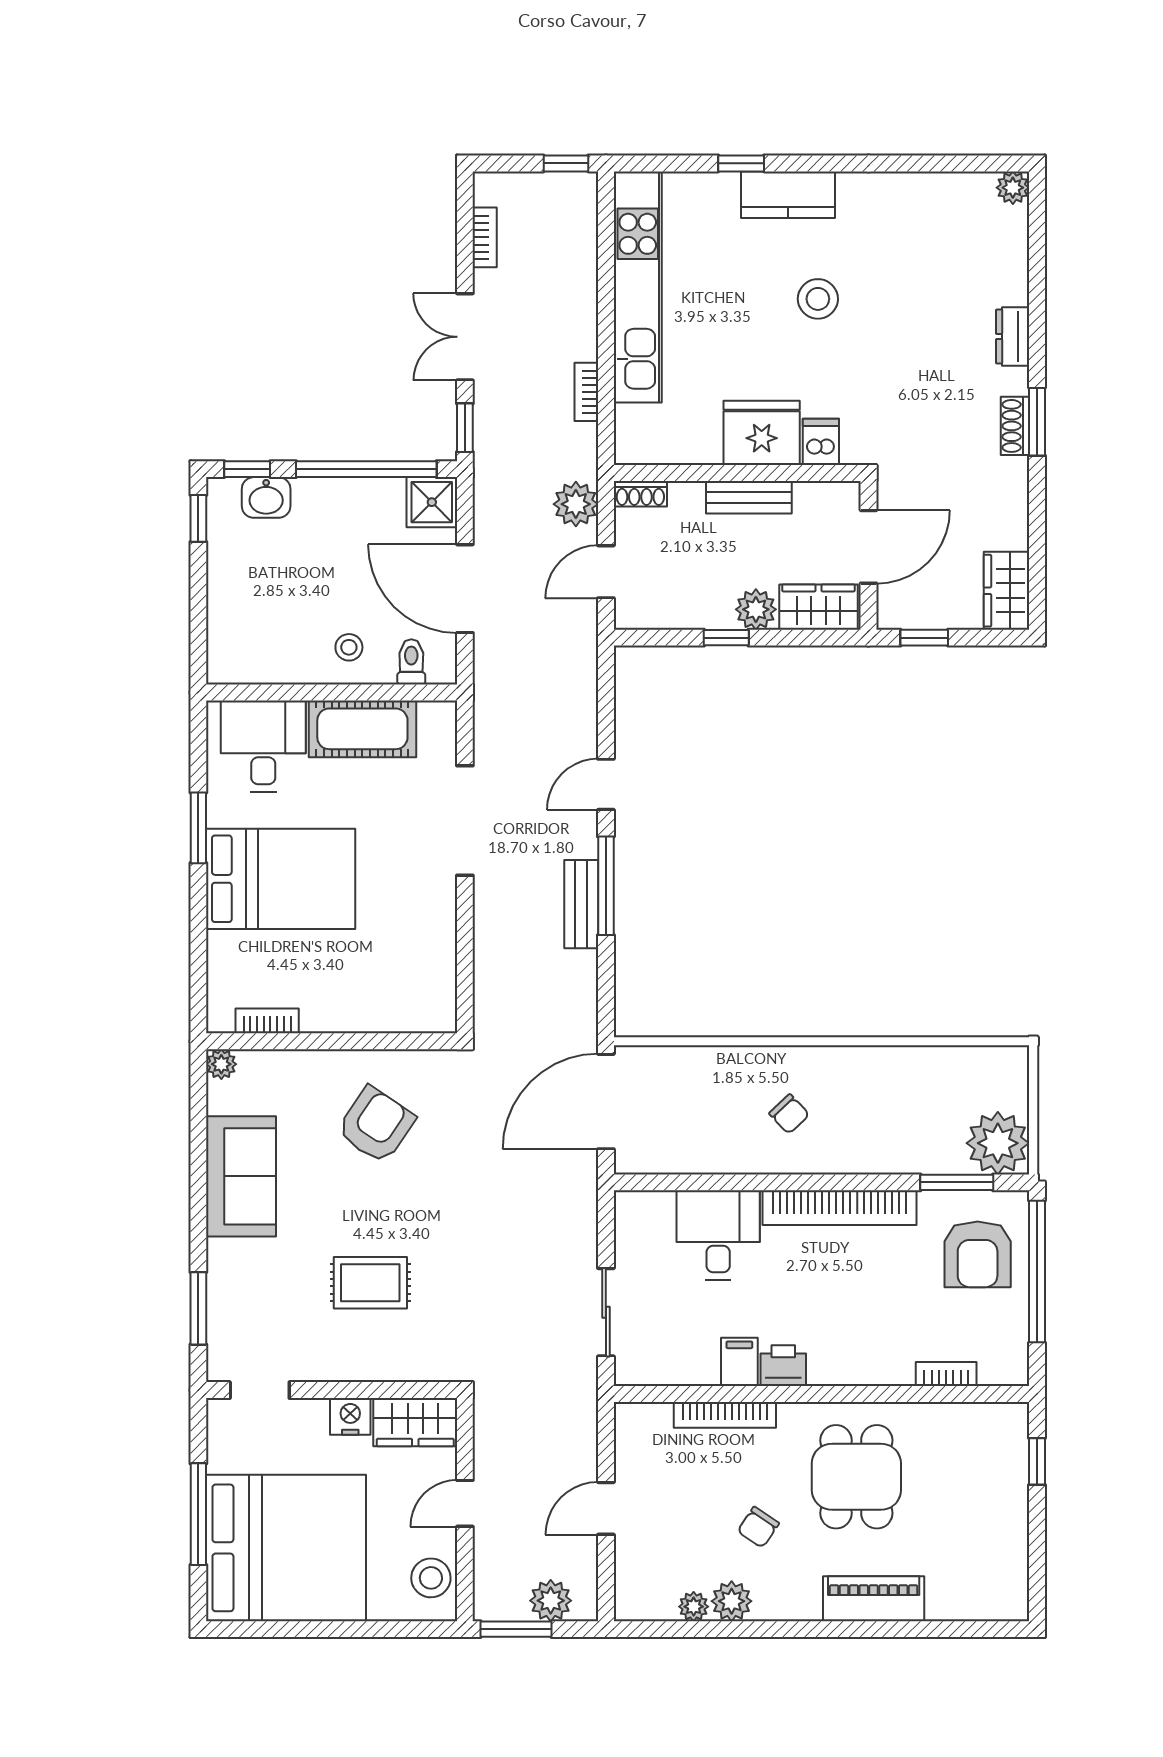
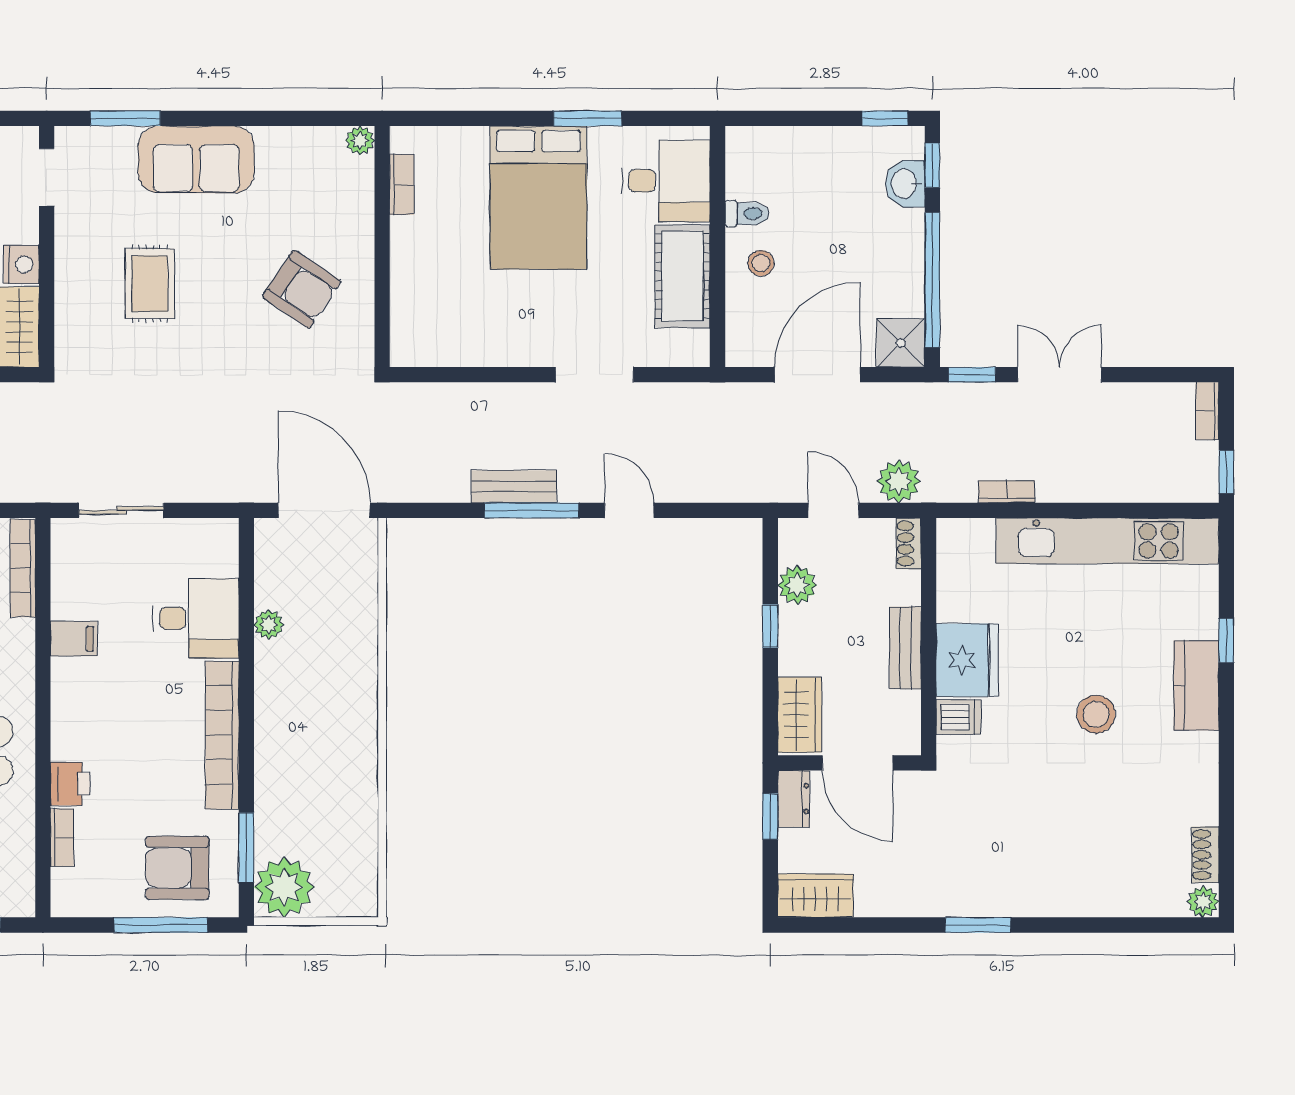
bookcase: (485, 237) -> (1207, 411), moved, turned 90
dresser: (1013, 336) -> (794, 799), moved, turned 90
shoe rack: (1015, 426) -> (1205, 855), moved, turned -90
plant: (756, 609) -> (797, 585), moved
toilet: (411, 662) -> (747, 214), moved
doorway: (465, 820) -> (594, 375), width x0.73
chair: (789, 1114) -> (312, 687), removed
plant: (725, 1159) -> (269, 624), added
sofa: (241, 1176) -> (196, 159), moved
window: (1037, 1272) -> (161, 925), width x0.68
printer: (783, 1366) -> (70, 784), moved
bookcase: (725, 1415) -> (23, 568), moved

